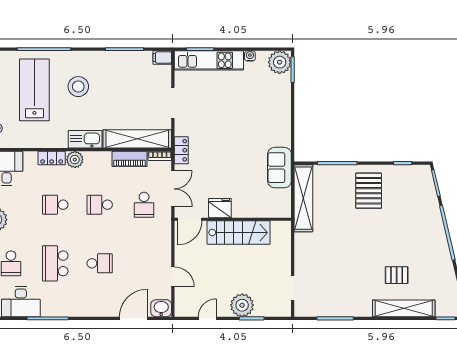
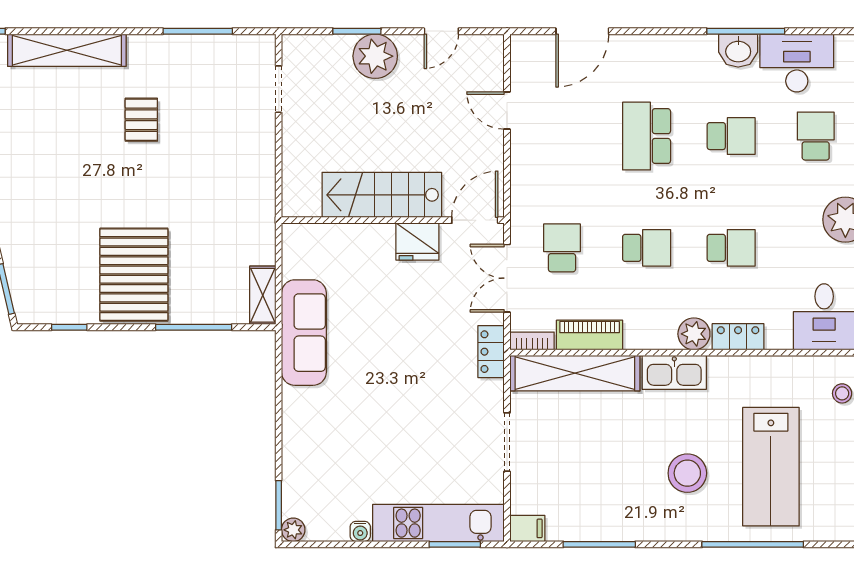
plant: (280, 62) -> (293, 530), width x0.53, depth x0.53
sofa: (279, 168) -> (304, 333), width x1.36
pallet: (369, 191) -> (134, 275), width x1.37, depth x1.41
shelving: (303, 198) -> (263, 295), width x0.45, depth x0.75
school desk: (55, 263) -> (731, 136), width x0.54
school desk: (100, 263) -> (647, 136), width x1.85
pallet: (397, 275) -> (141, 120), moved, turned 90
washbasin: (161, 308) -> (738, 51), moved

